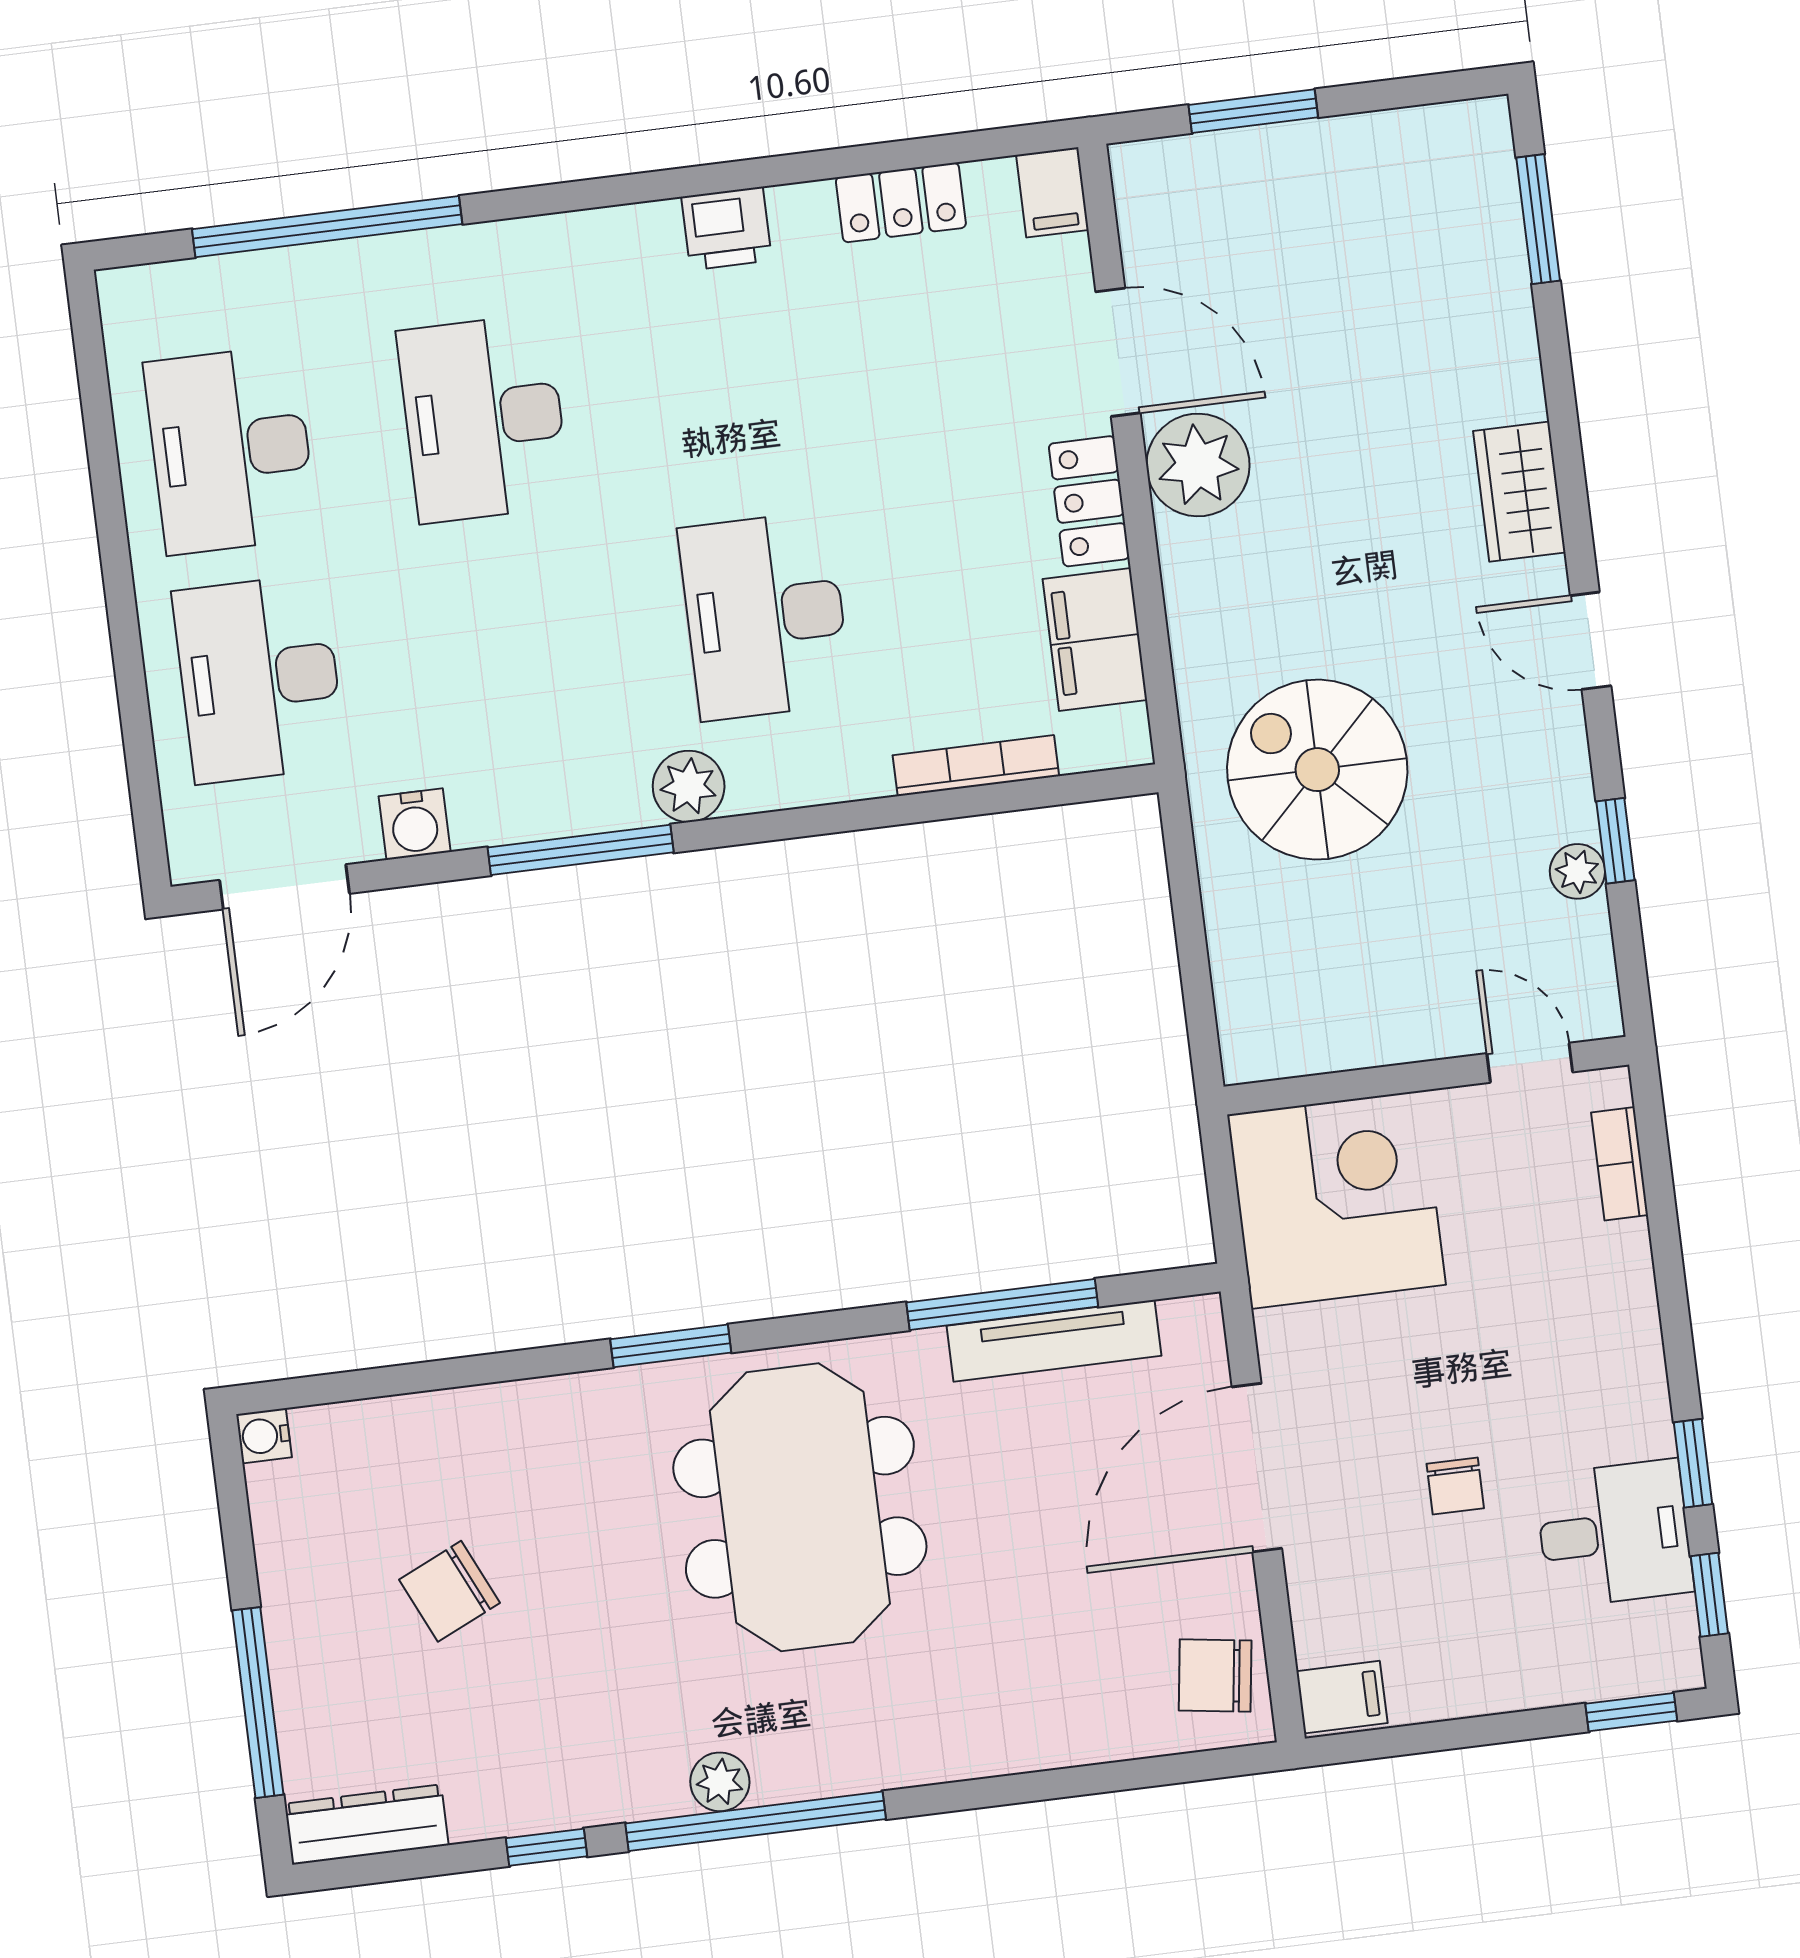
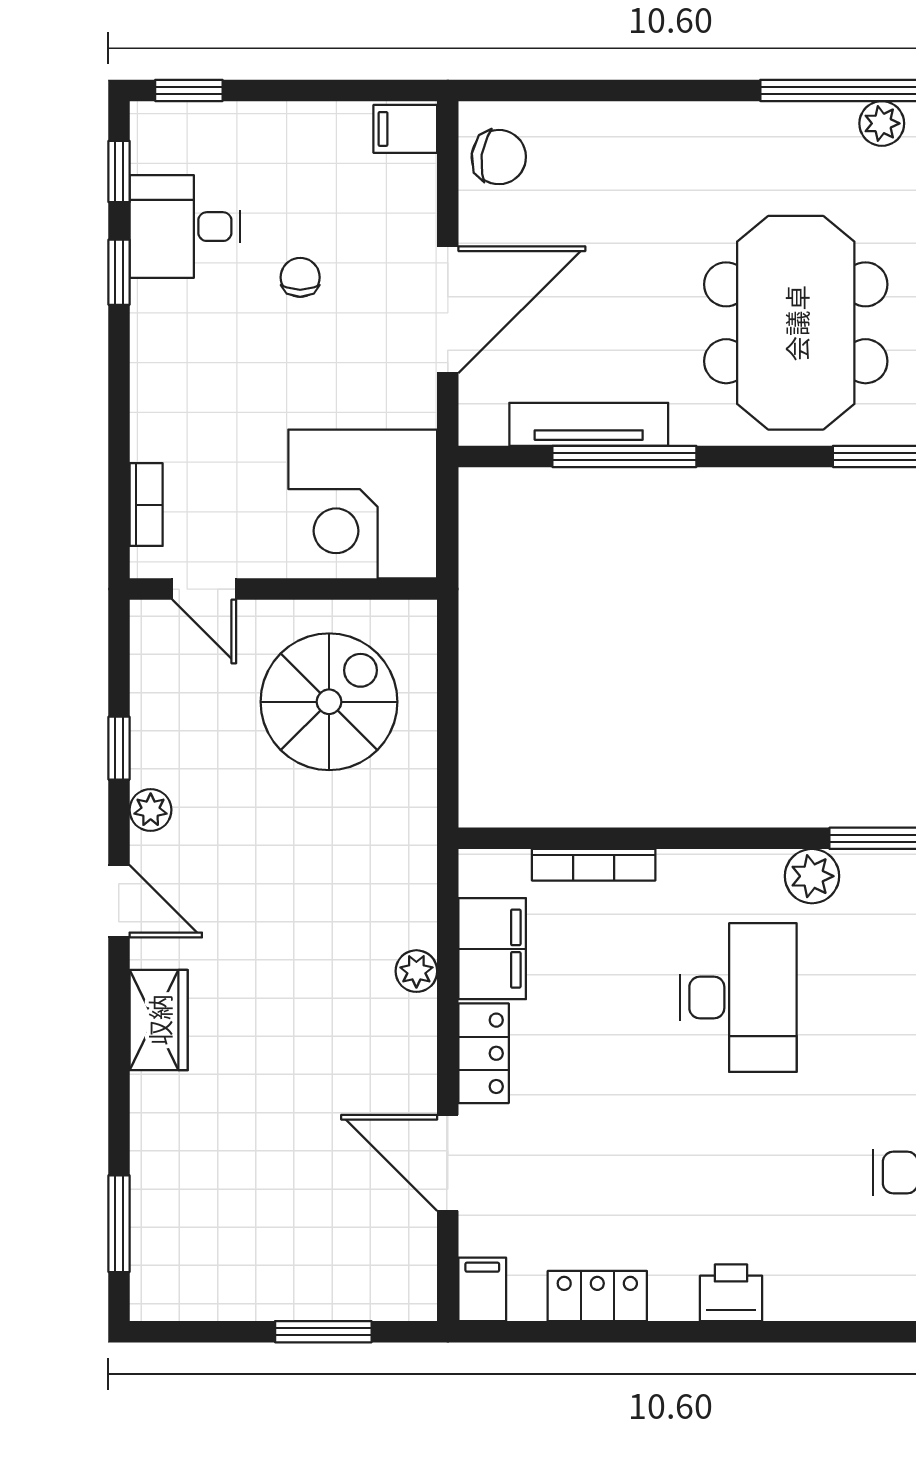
plant: (1198, 465) -> (416, 971), moved, width x0.53, depth x0.53
spiral stairs: (1317, 770) -> (329, 702), moved, turned -90
plant: (1577, 871) -> (151, 810), moved

